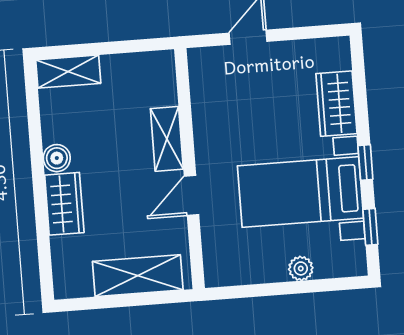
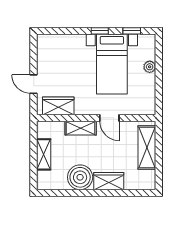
shelving: (68, 72) -> (44, 154), moved
wardrobe: (336, 104) -> (58, 106), moved, turned 180
boiler: (57, 158) -> (80, 177), width x1.86, depth x1.86

